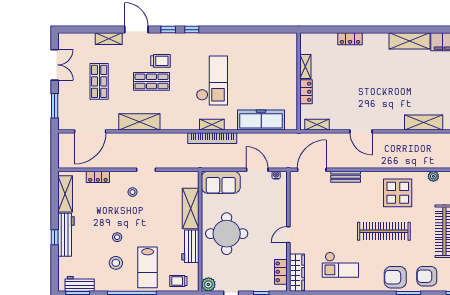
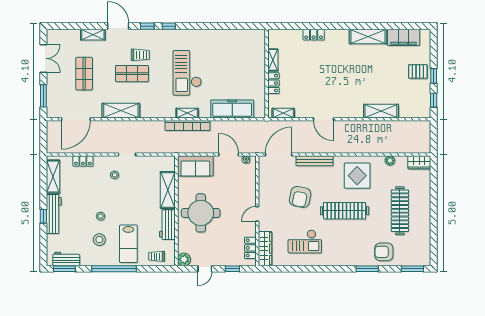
checkout: (212, 81) -> (187, 73), turned 180
bench: (346, 177) -> (314, 161), width x1.36
armchair: (395, 277) -> (300, 197), moved, turned -79

